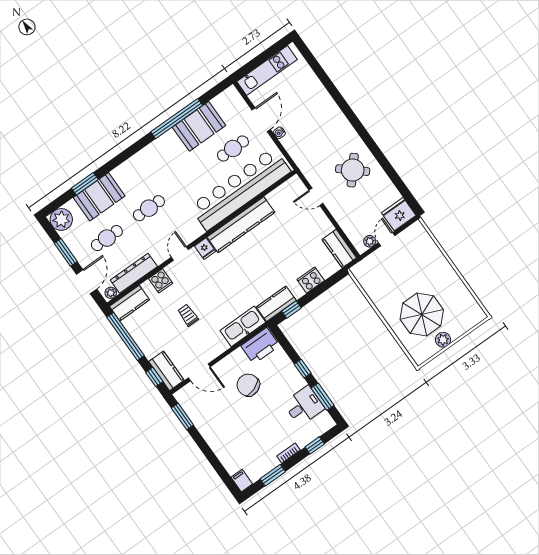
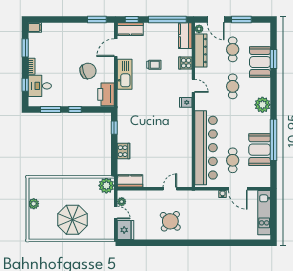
plant: (61, 219) -> (262, 105), moved
kitchen counter: (241, 225) -> (185, 133), removed
plant: (364, 272) -> (106, 186), added
kitchen counter: (276, 304) -> (124, 121), removed
parasol: (422, 314) -> (72, 220), moved
kitchen sink: (243, 326) -> (125, 74), moved
desk: (304, 406) -> (40, 86), moved, turned 90

